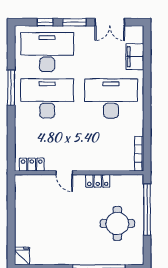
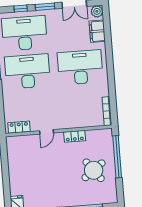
plant: (136, 33) -> (97, 11), added
door: (64, 173) -> (46, 132), hinge flipped
round table: (117, 224) -> (94, 170), turned -37

